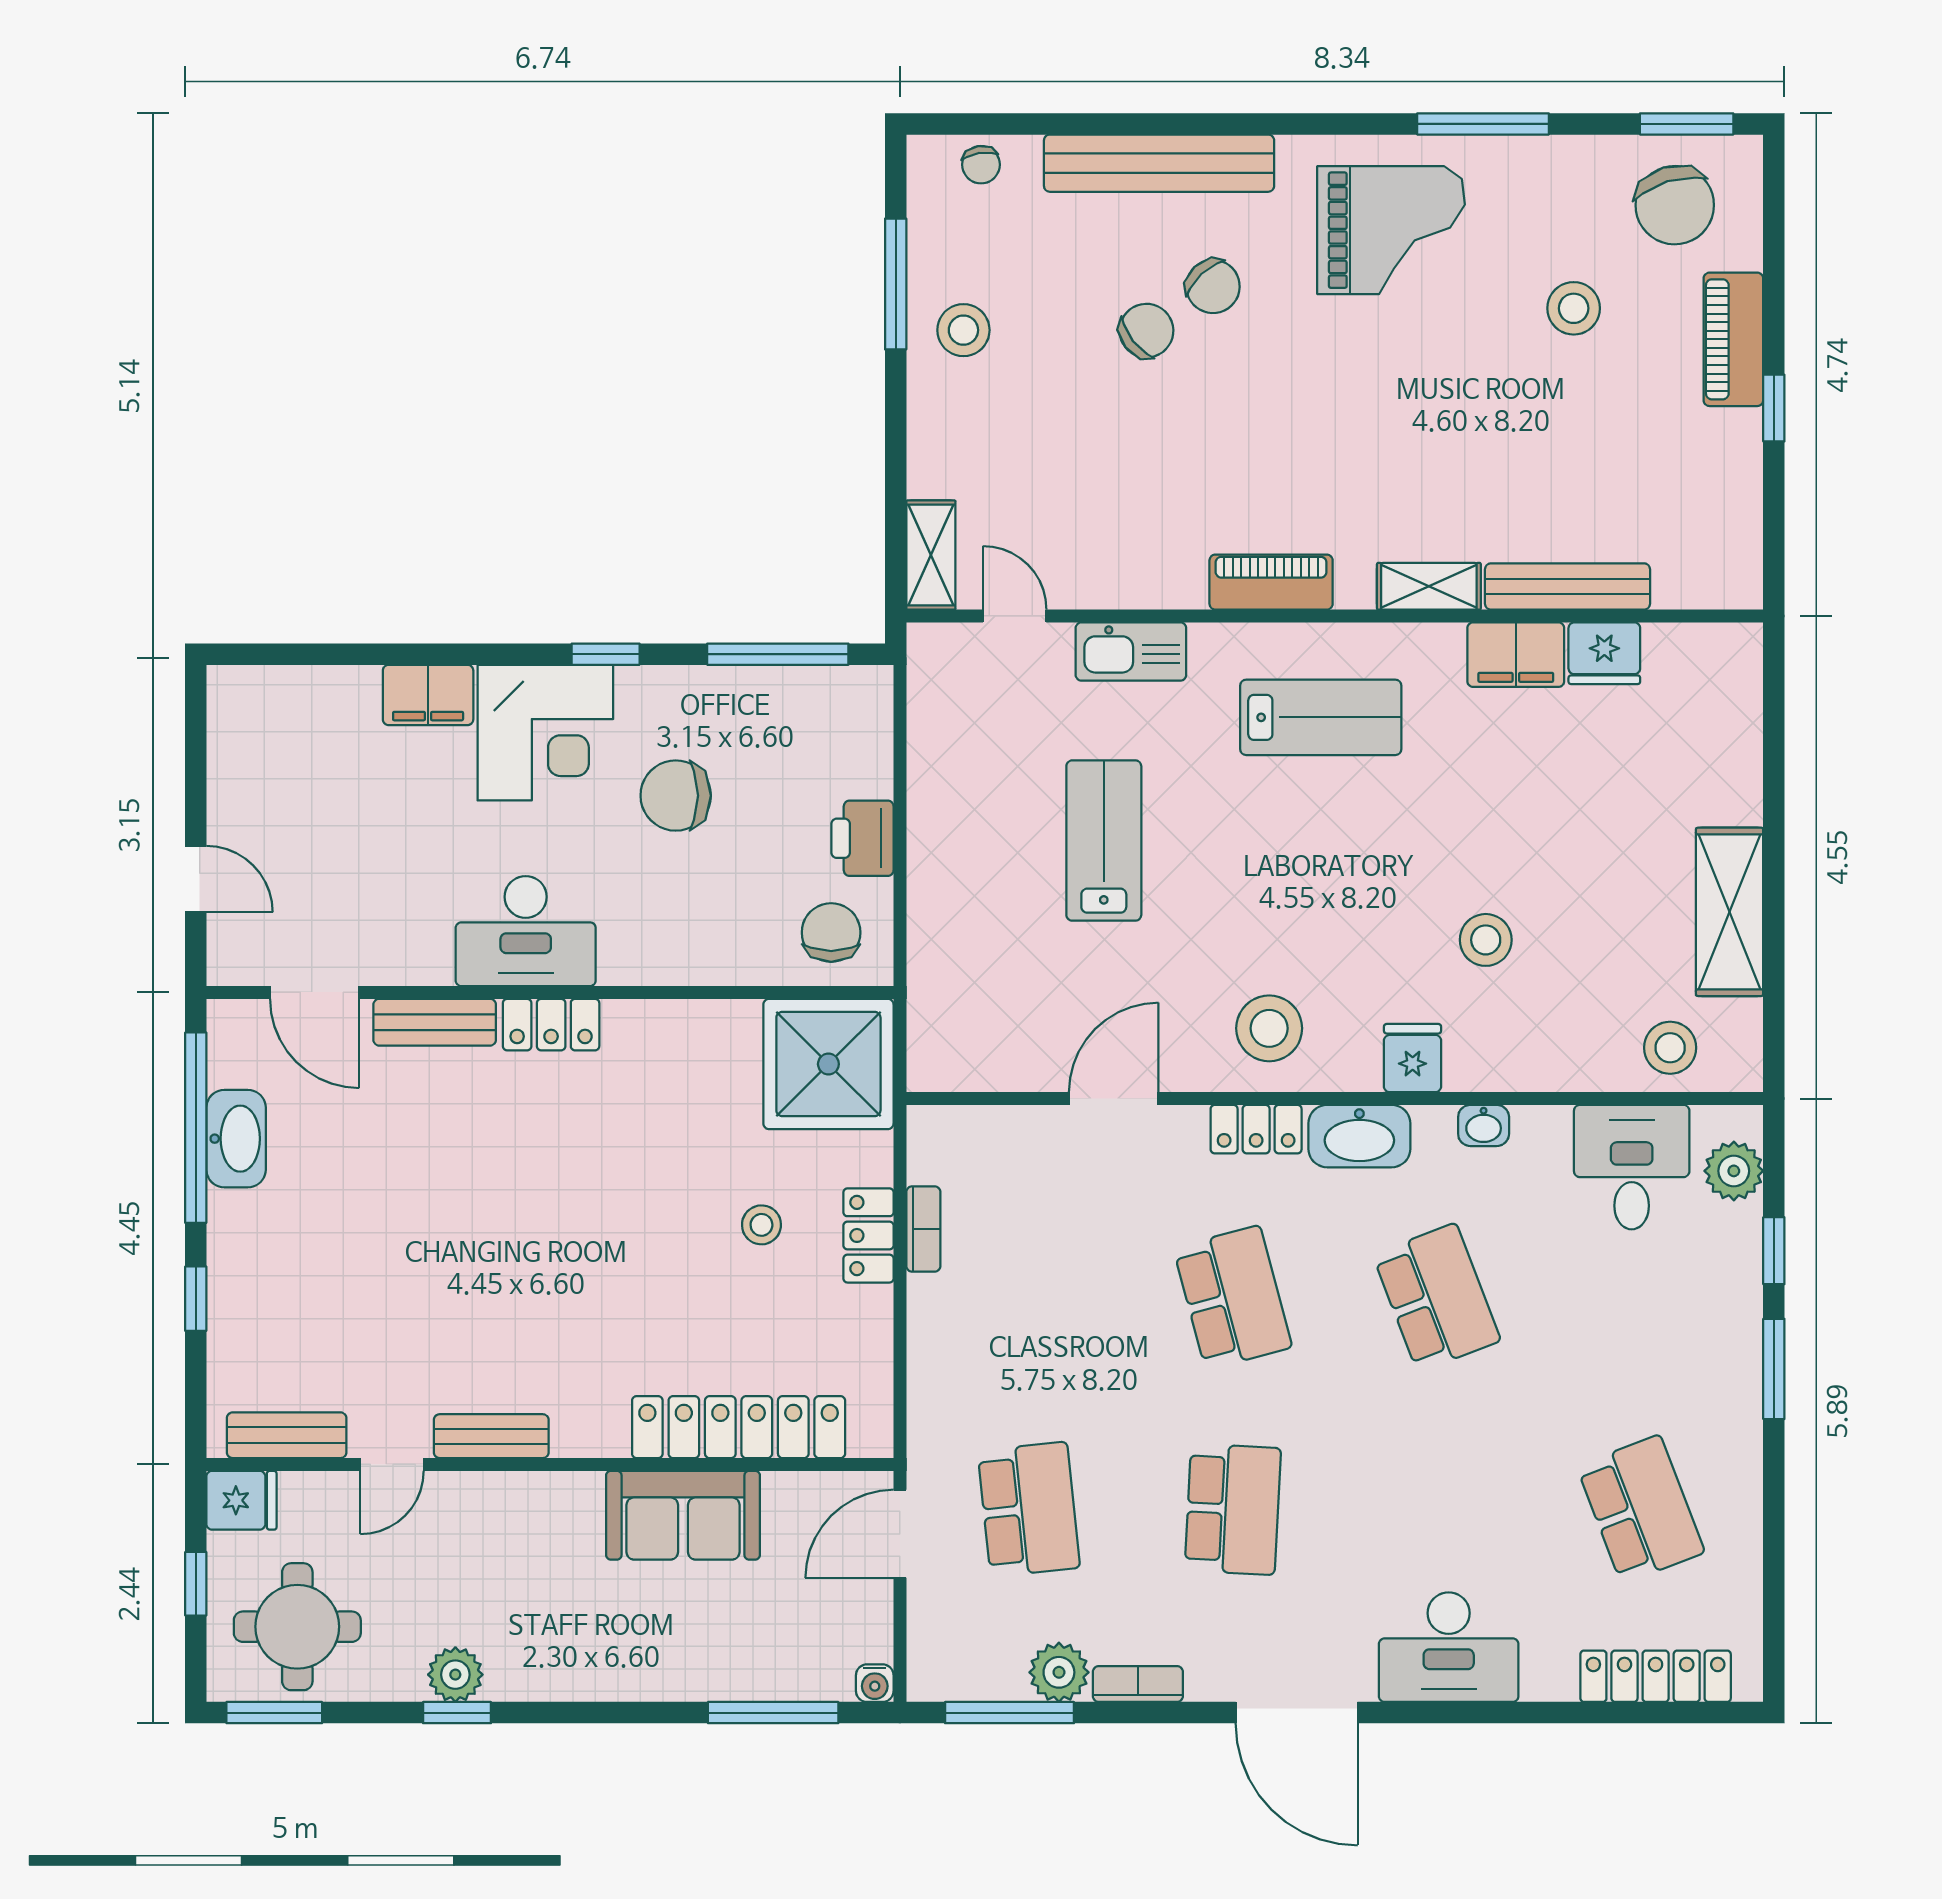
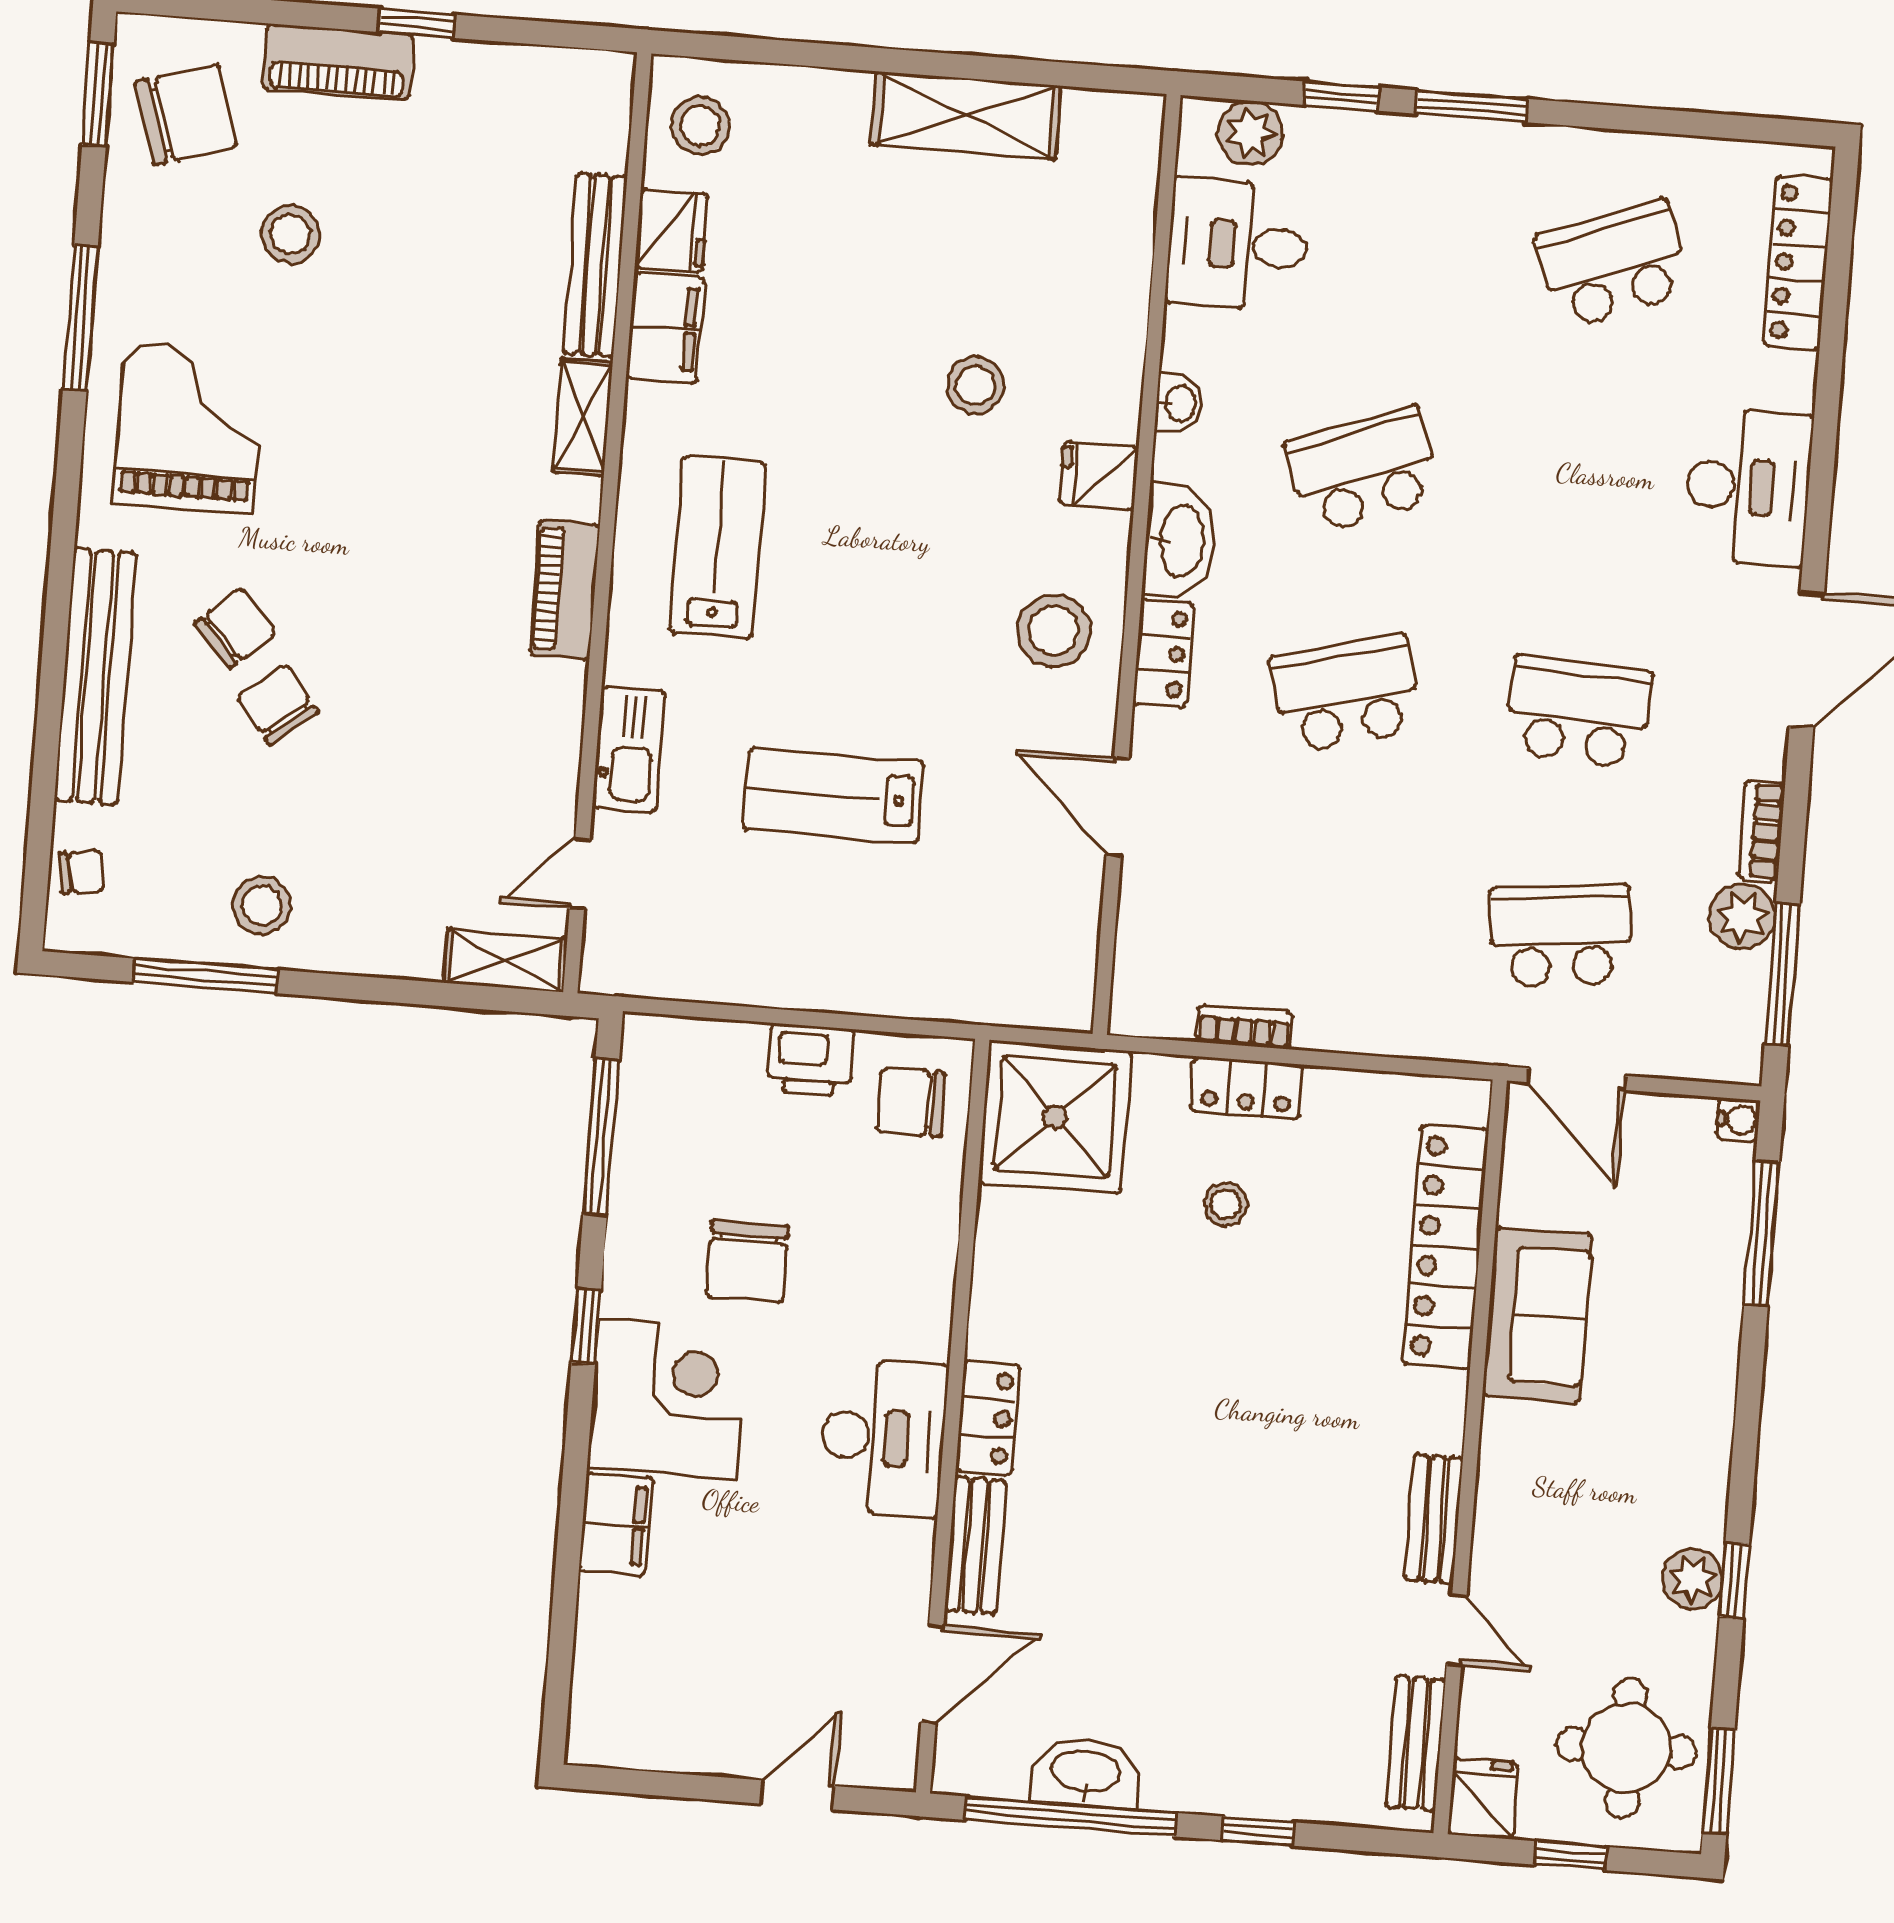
stool: (1670, 1048) -> (700, 125), moved

